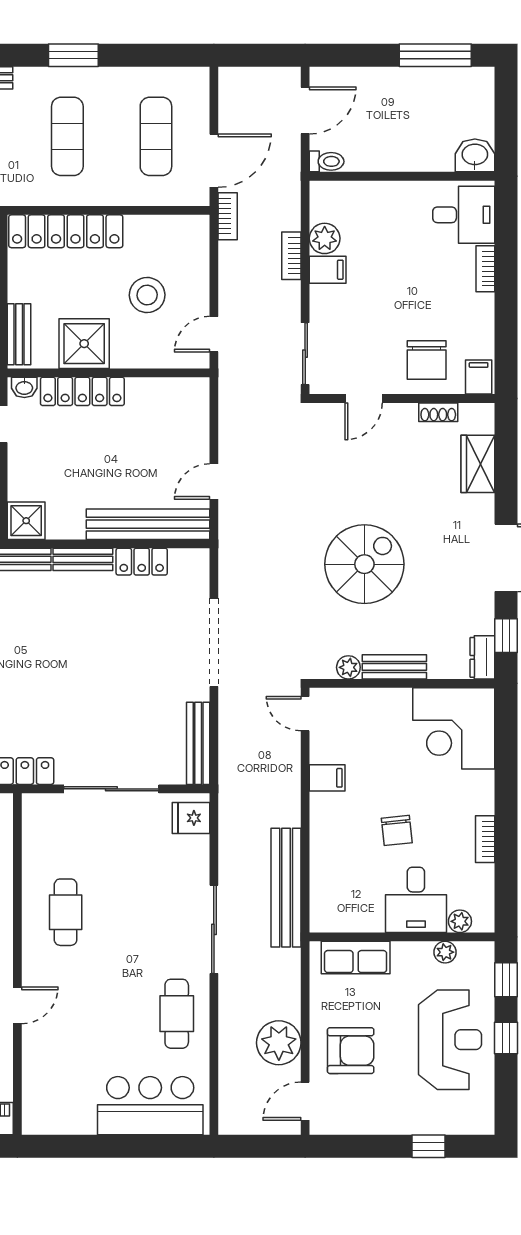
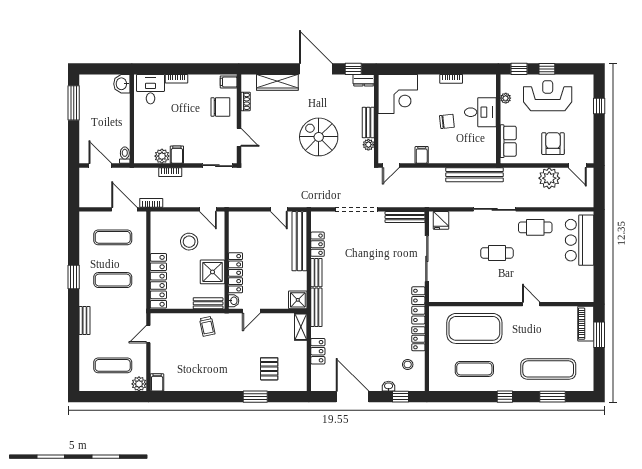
wardrobe: (478, 464) -> (277, 82), width x1.50
cafe table: (66, 912) -> (497, 253), moved
plant: (460, 921) -> (491, 91), removed

